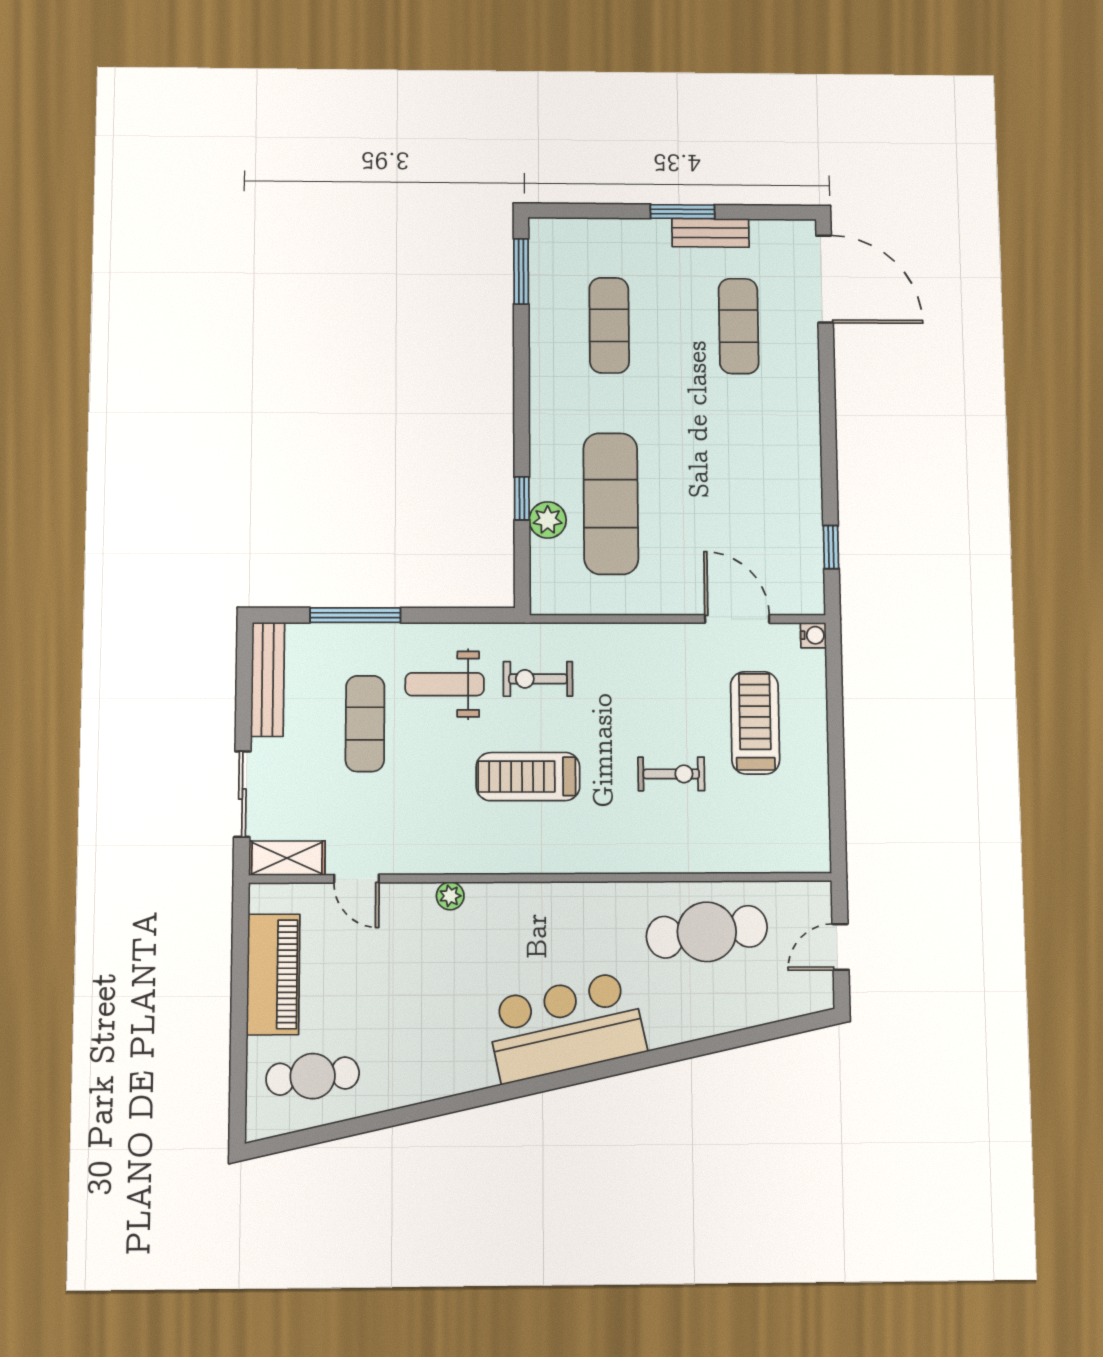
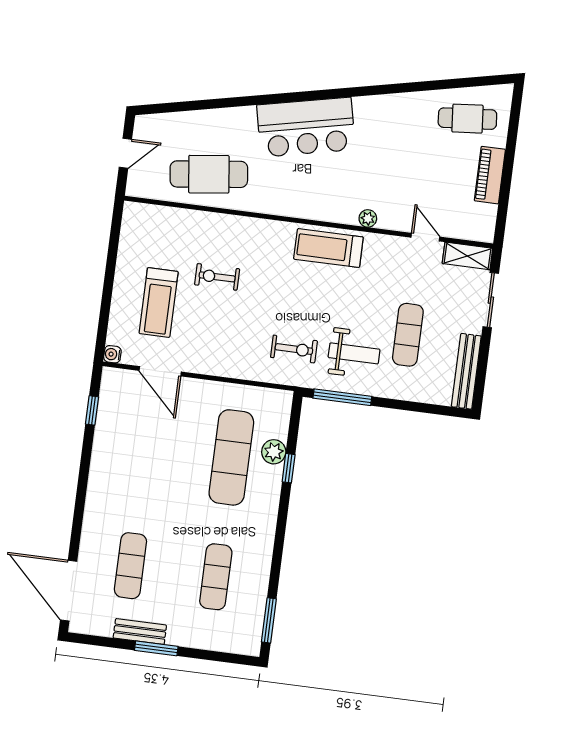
window: (355, 615) -> (342, 397), moved
treadmill: (528, 777) -> (328, 248), moved, turned 180
piano: (273, 974) -> (490, 175), width x0.73, depth x0.75

